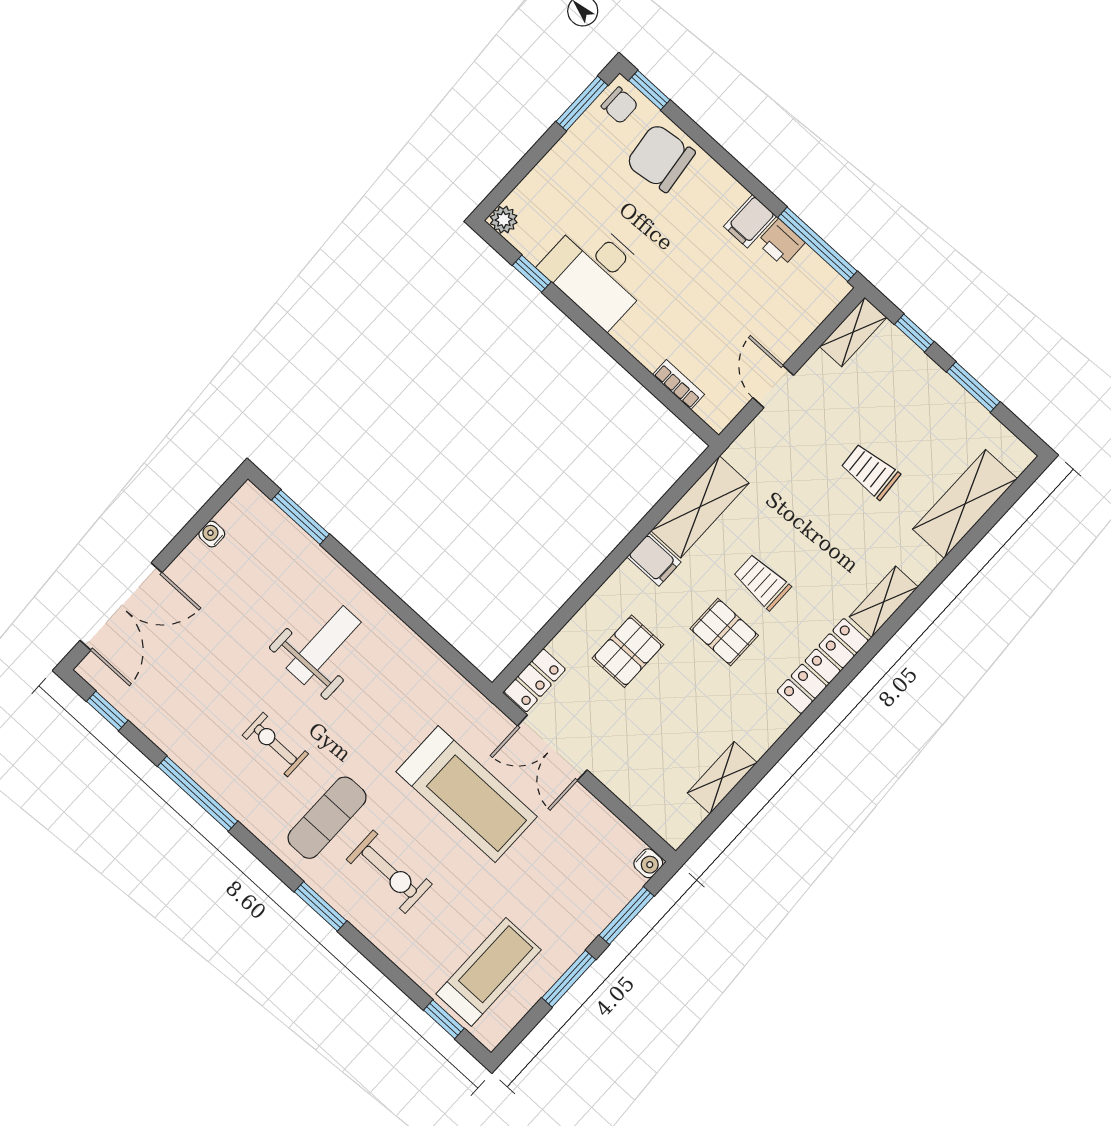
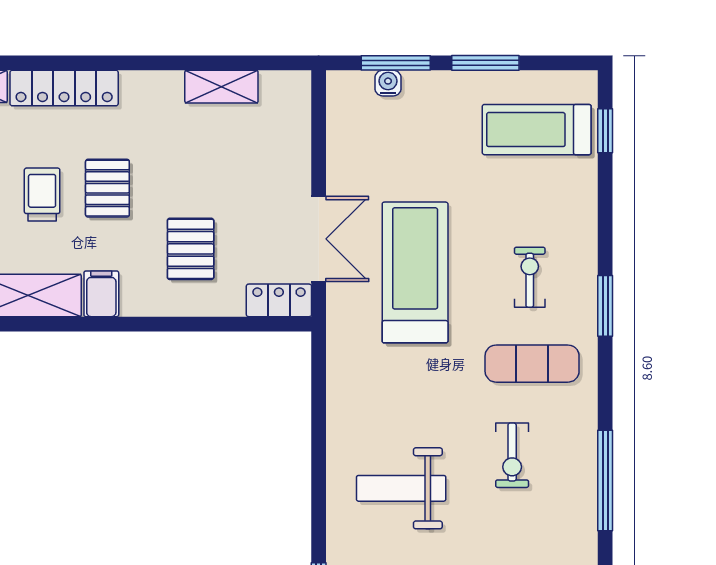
trolley: (762, 582) -> (42, 195), turned 180
pallet: (628, 651) -> (191, 249), turned 90
water cooler: (648, 863) -> (388, 83), moved
exercise bike: (389, 872) -> (530, 277), width x0.73, depth x0.72

